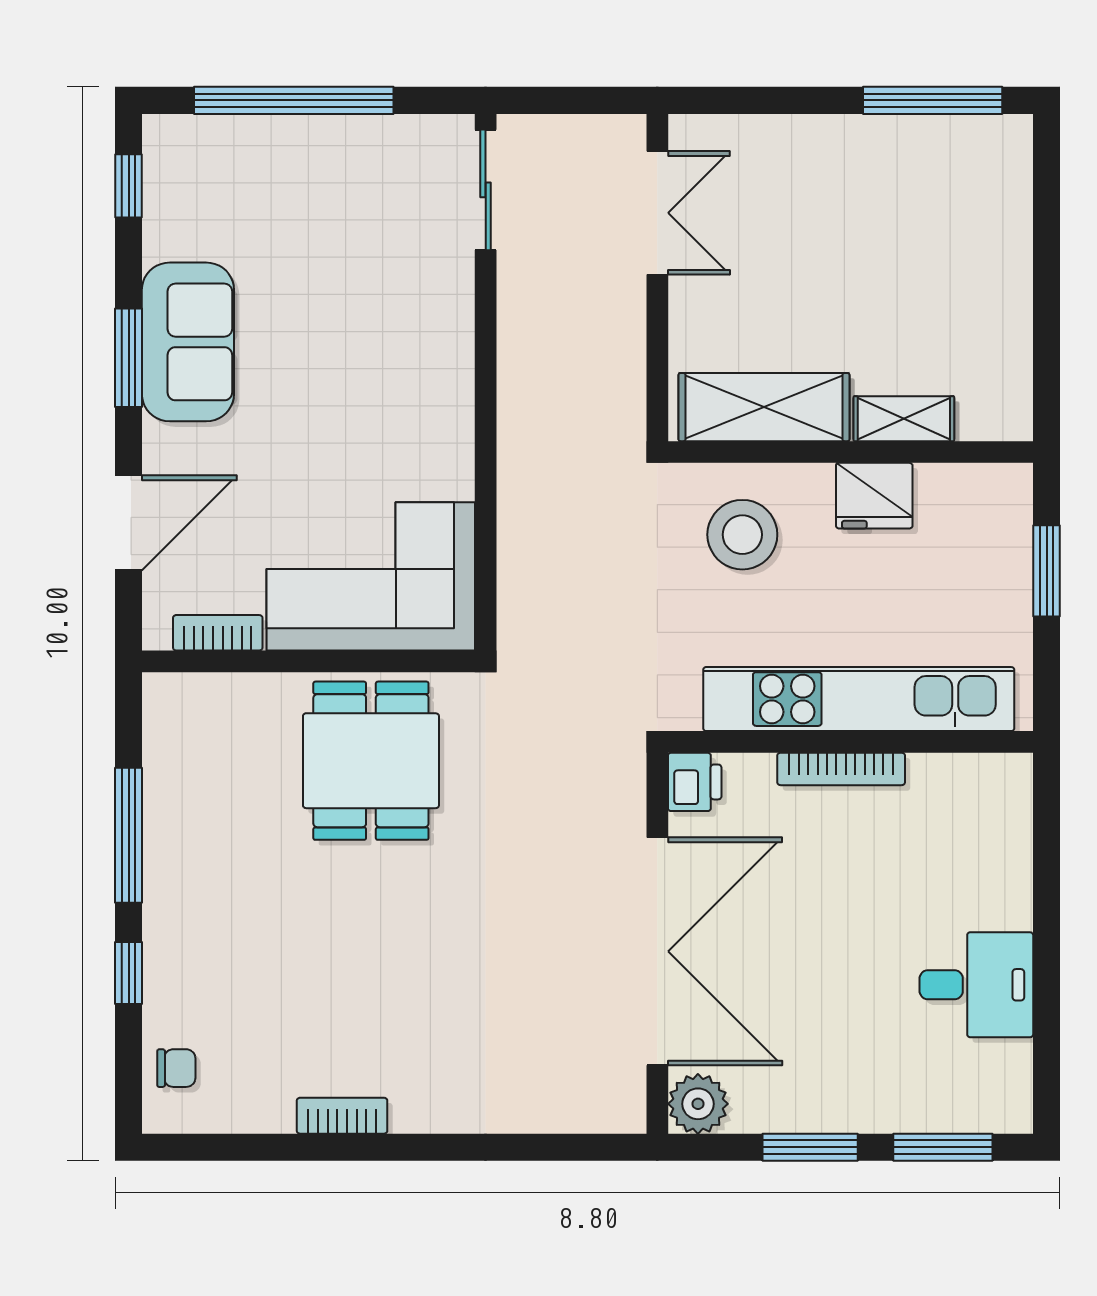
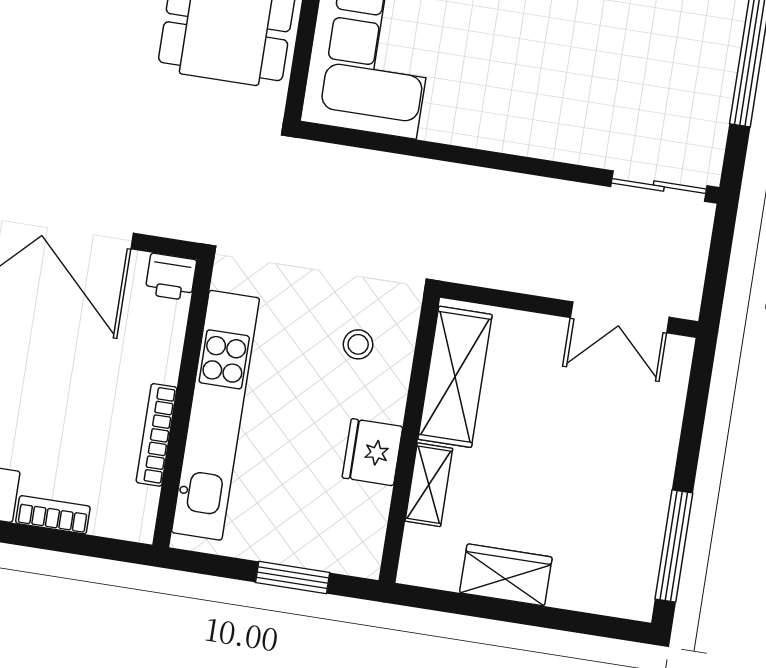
wardrobe: (1002, 305) -> (506, 575), added
stool: (742, 535) -> (358, 344), width x0.53, depth x0.53
bookcase: (841, 769) -> (156, 435), moved
bookcase: (1015, 883) -> (53, 515), added

